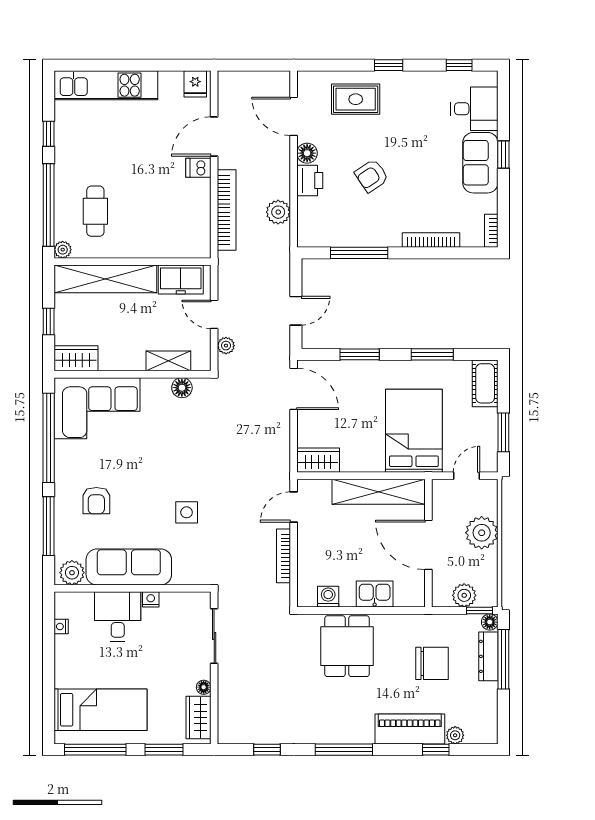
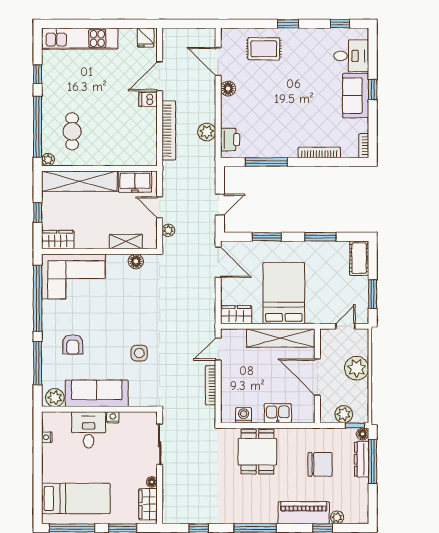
armchair: (372, 176) -> (276, 105), removed
printer: (310, 181) -> (230, 140), moved
bed: (414, 431) -> (284, 293), moved

